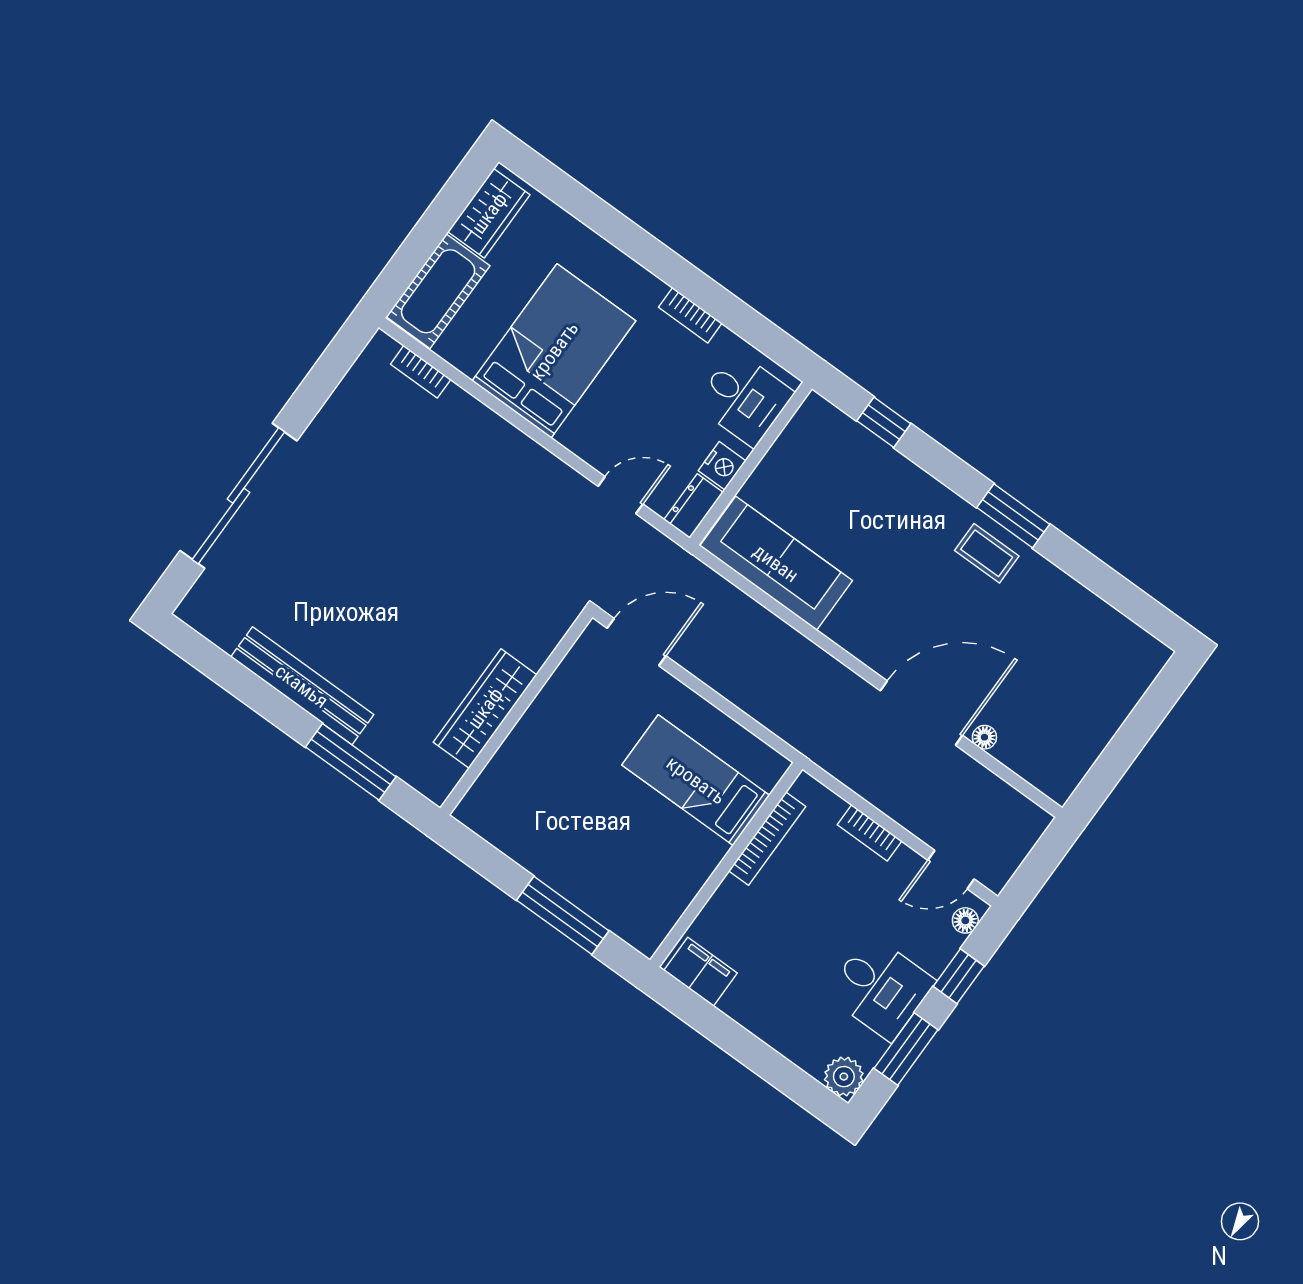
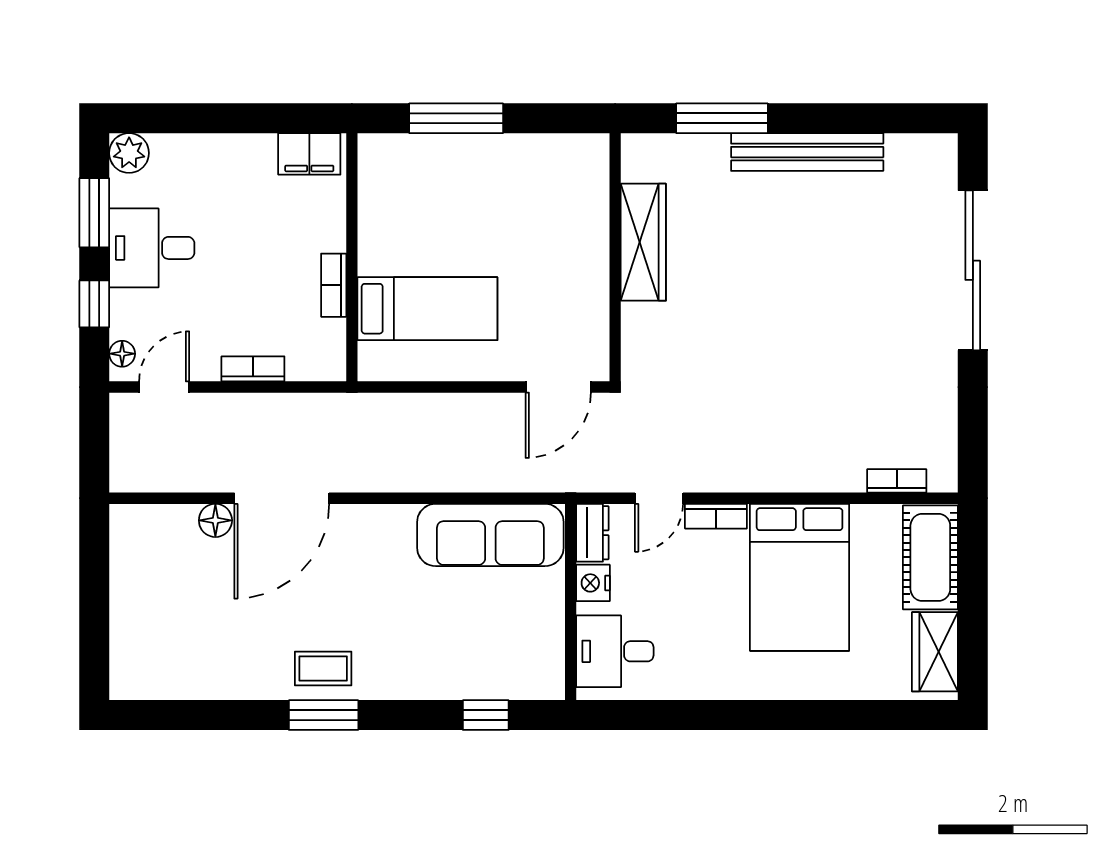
bookcase: (690, 315) -> (716, 516), moved, turned 180
floor lamp: (984, 737) -> (215, 520), width x1.37, depth x1.37
bookcase: (767, 839) -> (334, 285), width x0.64

